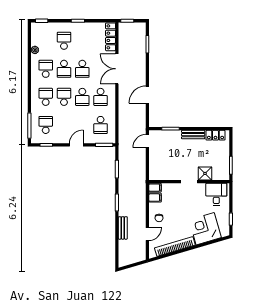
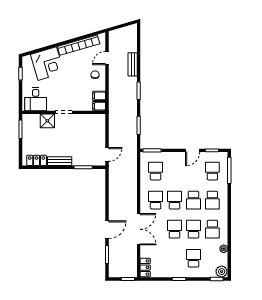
plant: (37, 28) -> (222, 272), added
locker: (111, 37) -> (145, 268), width x0.66
school desk: (64, 41) -> (193, 258), turned 180
door: (147, 95) -> (107, 230), moved
school desk: (46, 125) -> (212, 171), turned 180
door: (76, 145) -> (193, 150), moved

